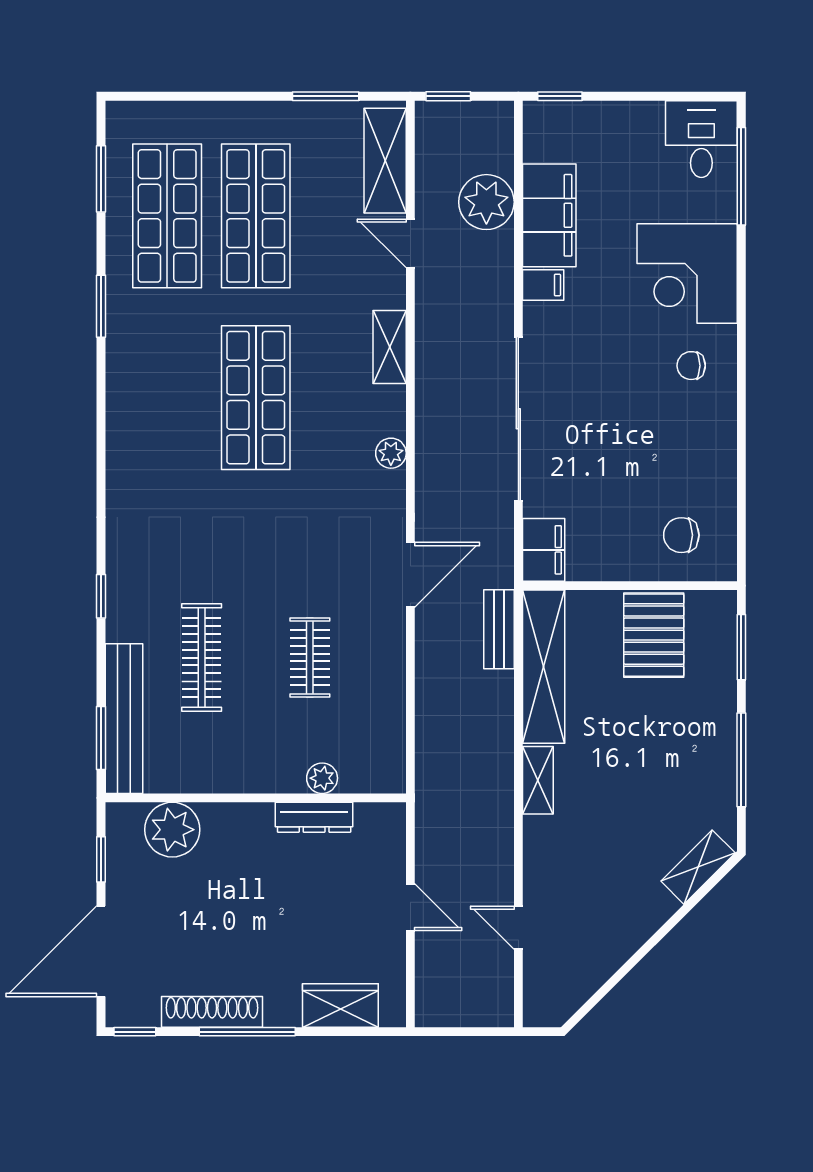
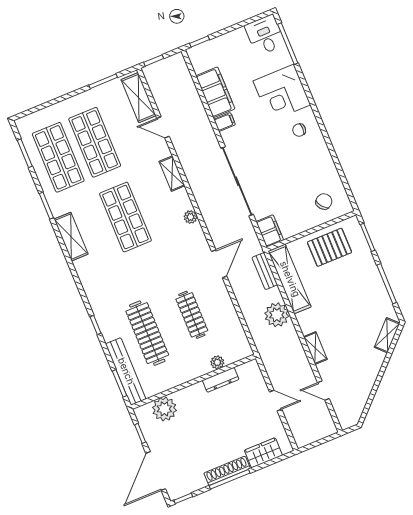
plant: (486, 202) -> (277, 315), moved
shelving: (126, 392) -> (71, 237), added
chair: (681, 535) -> (324, 201), turned 141
pallet: (654, 635) -> (330, 247), turned 90
clothes rail: (202, 658) -> (147, 333), width x1.37, depth x1.31
clothes rail: (310, 658) -> (192, 315), width x1.36
shelving: (538, 780) -> (315, 348), moved
shoe rack: (212, 1012) -> (227, 471), moved

